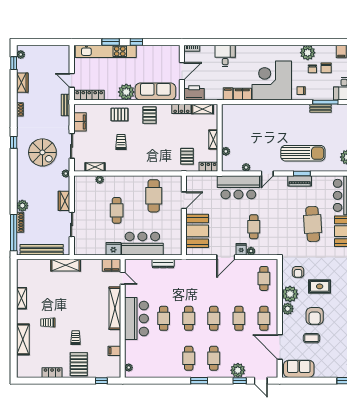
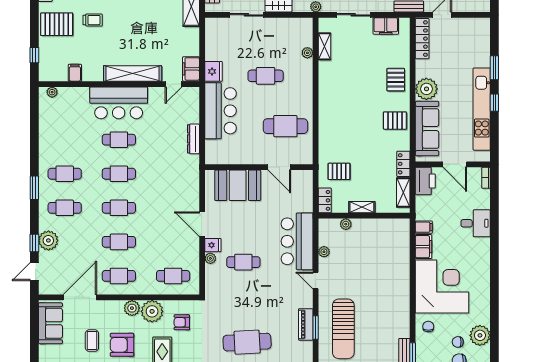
kitchen unit: (106, 51) -> (482, 109), moved
trolley: (121, 142) -> (359, 82), removed

